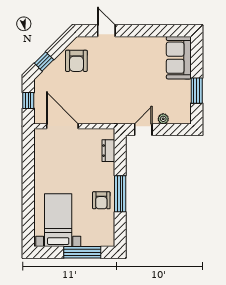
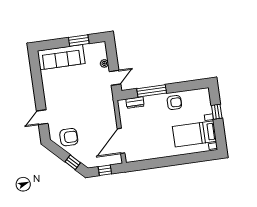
sofa: (179, 58) -> (61, 57), width x1.36
door: (143, 130) -> (115, 78), swing flipped
window: (120, 194) -> (152, 91), moved
window: (82, 252) -> (217, 112), width x0.46

